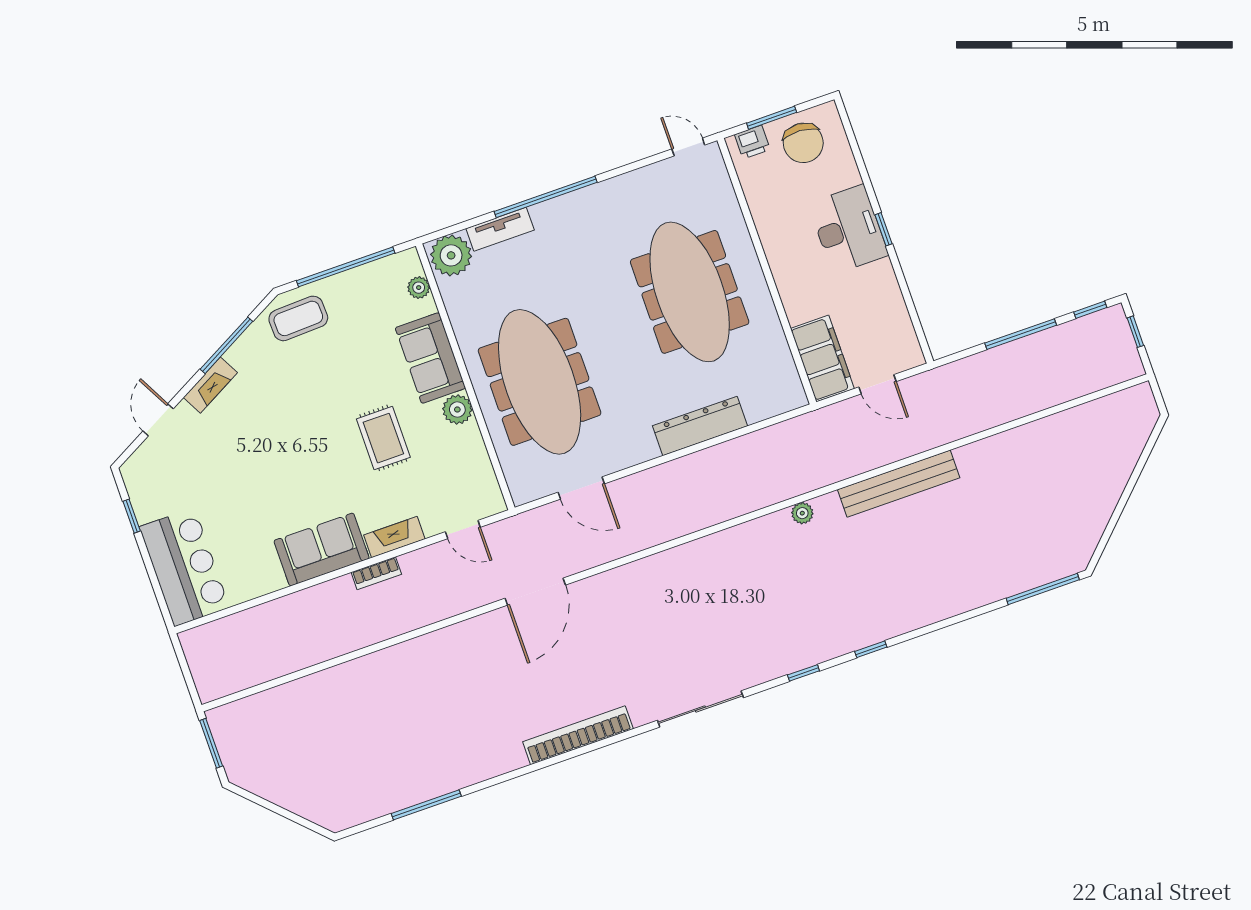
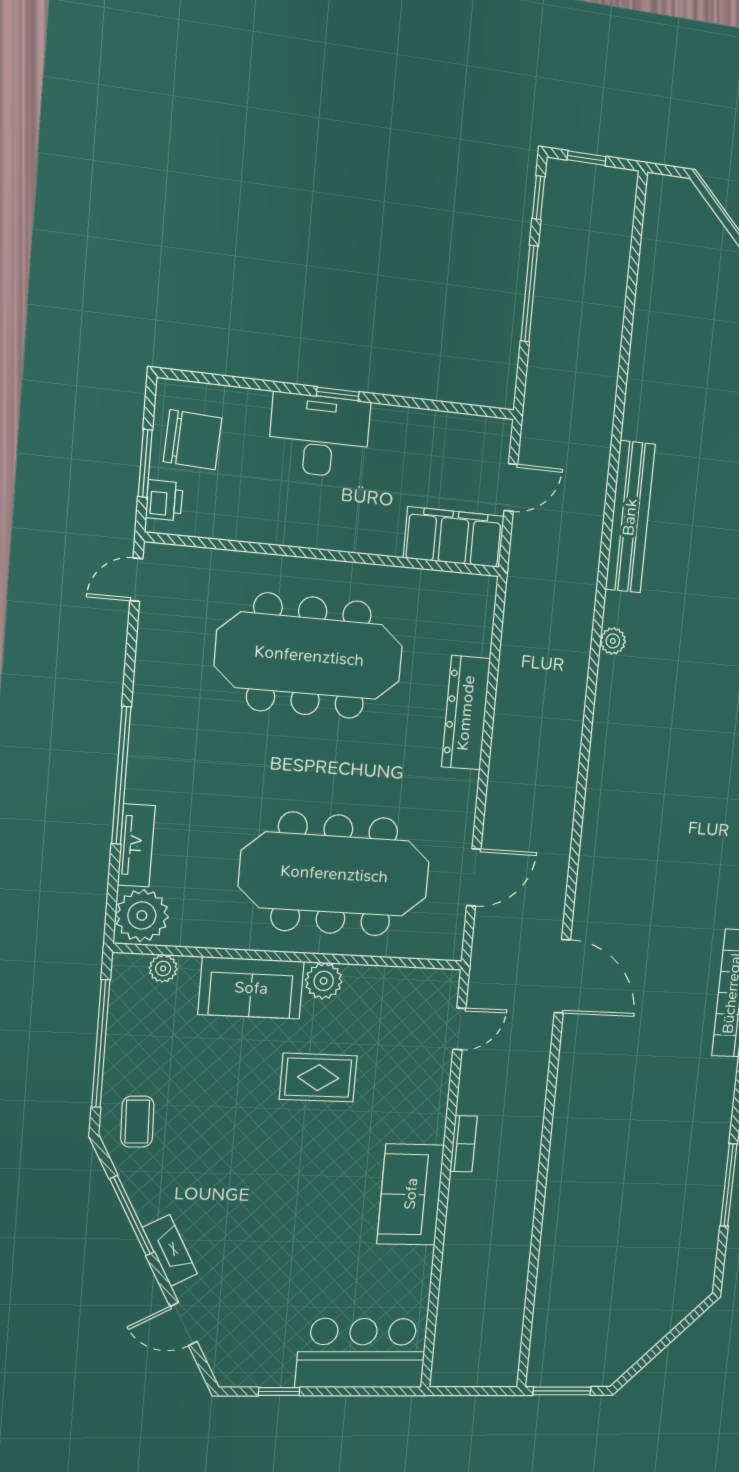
coffee table: (298, 318) -> (137, 1122), width x0.73, depth x0.77
fireplace: (394, 537) -> (433, 1108), removed

